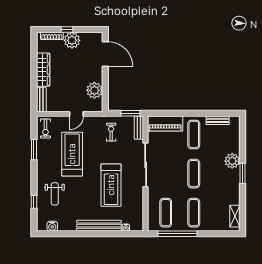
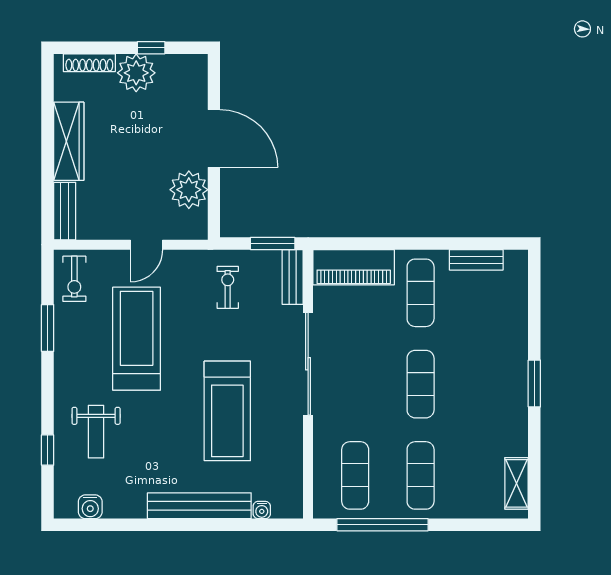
window: (67, 30) -> (151, 48), moved
door: (105, 54) -> (214, 139), moved
plant: (232, 161) -> (510, 354), removed

